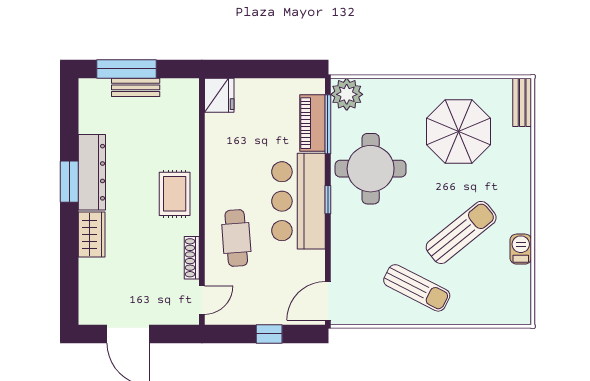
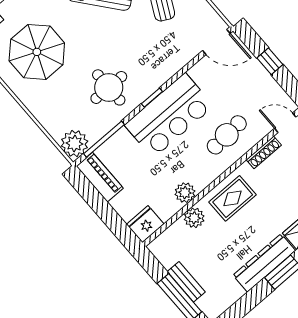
piano: (312, 123) -> (100, 177), moved, turned -90
plant: (187, 144) -> (194, 218), added
plant: (217, 155) -> (185, 193), added
round table: (371, 169) -> (109, 87), width x0.73, depth x0.73

